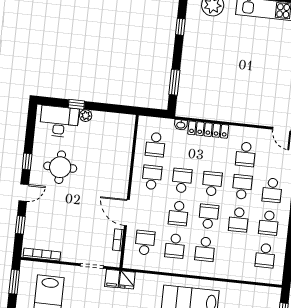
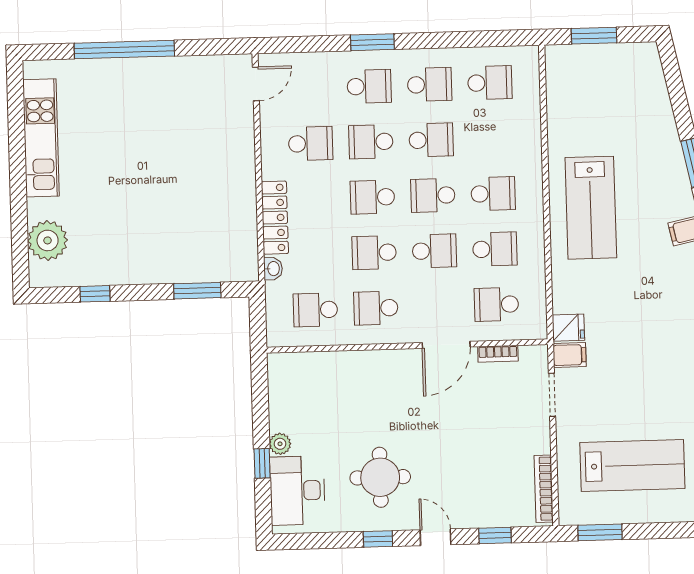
school desk: (155, 145) -> (315, 310), turned 180

